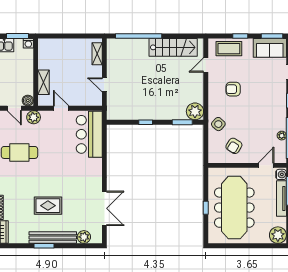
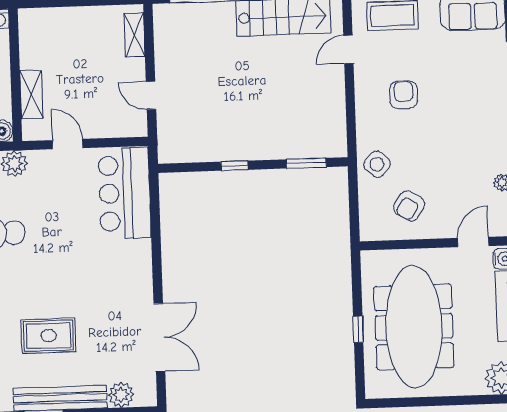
armchair: (233, 89) -> (404, 95), turned 90
plant: (195, 111) -> (330, 141), removed

